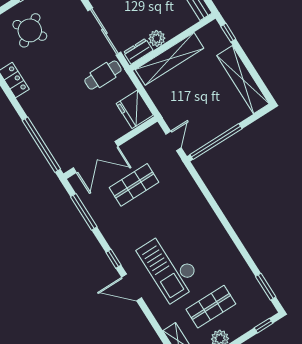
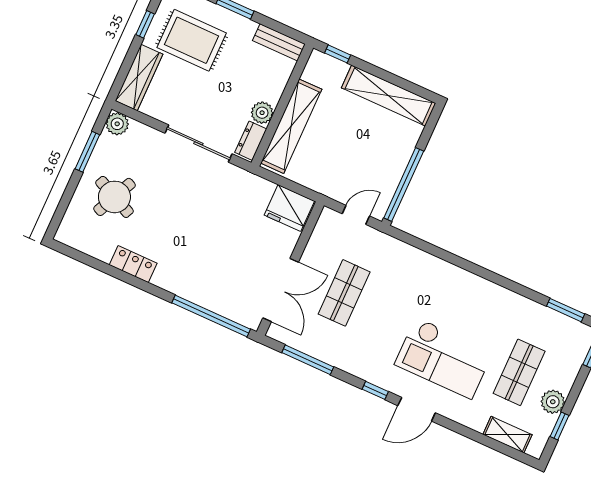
round table: (30, 30) -> (114, 197), turned -32
cafe table: (103, 75) -> (229, 193), removed
door: (173, 141) -> (356, 215), hinge flipped

